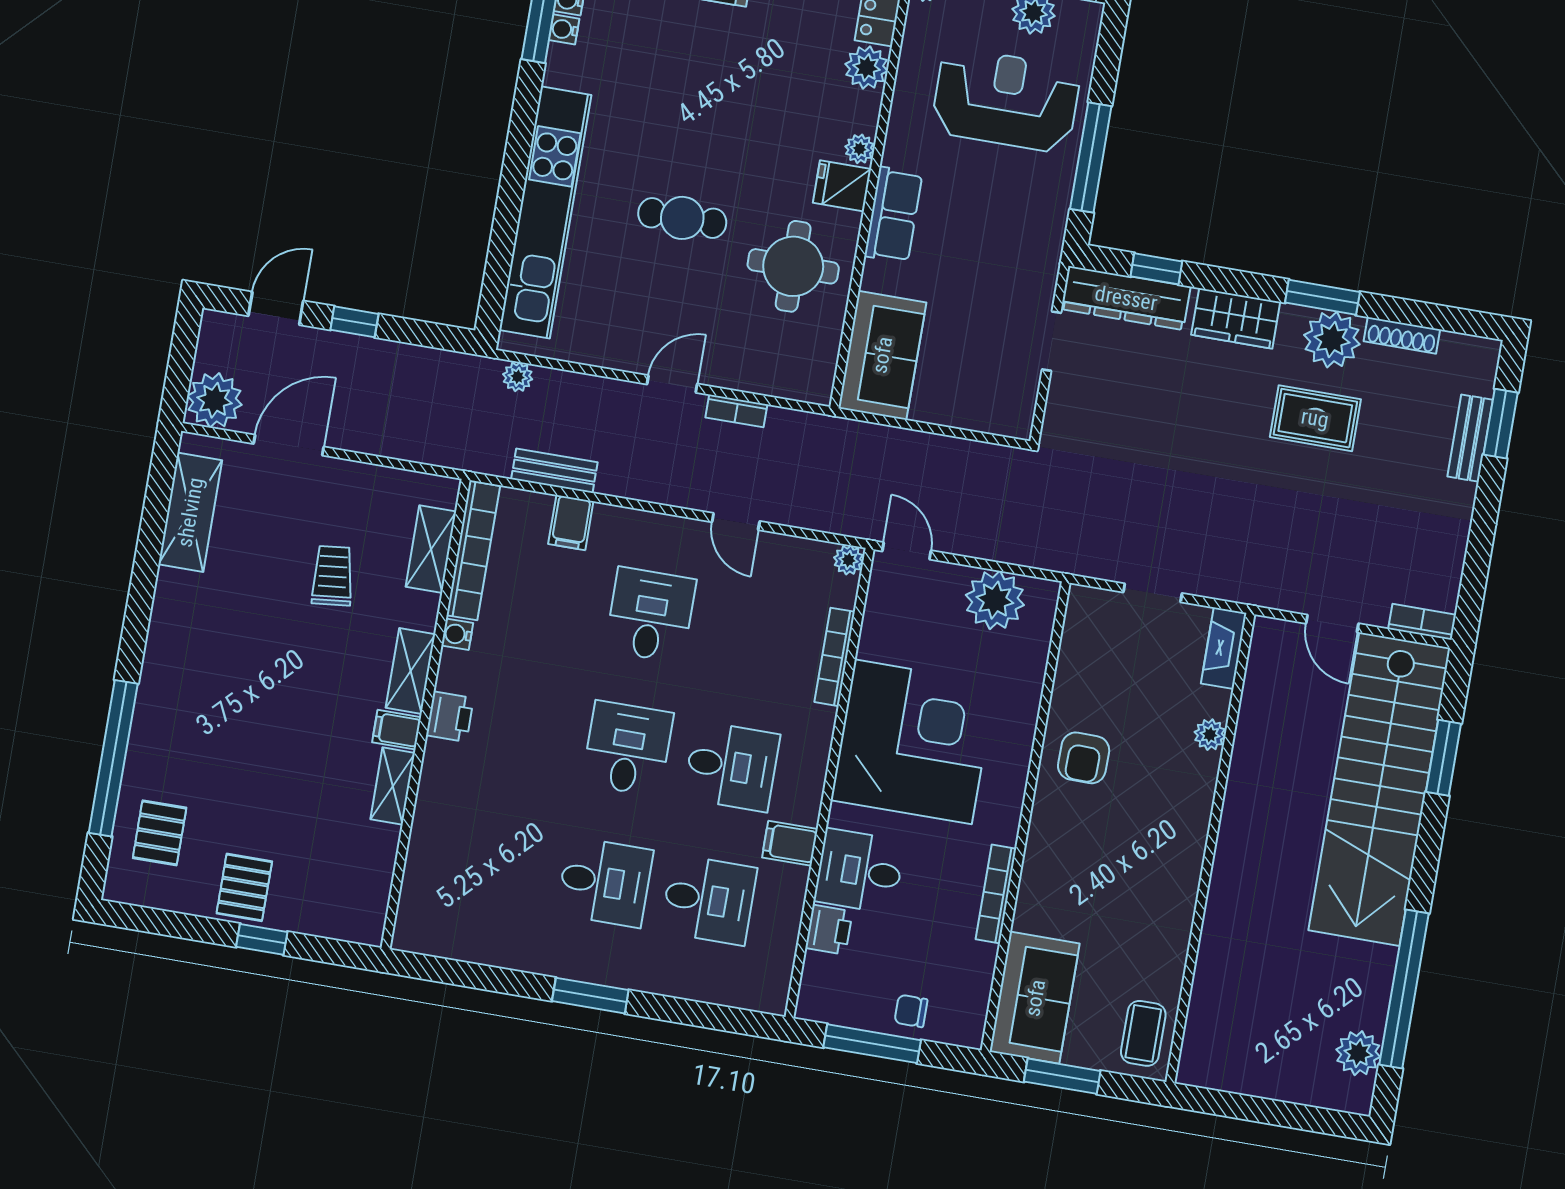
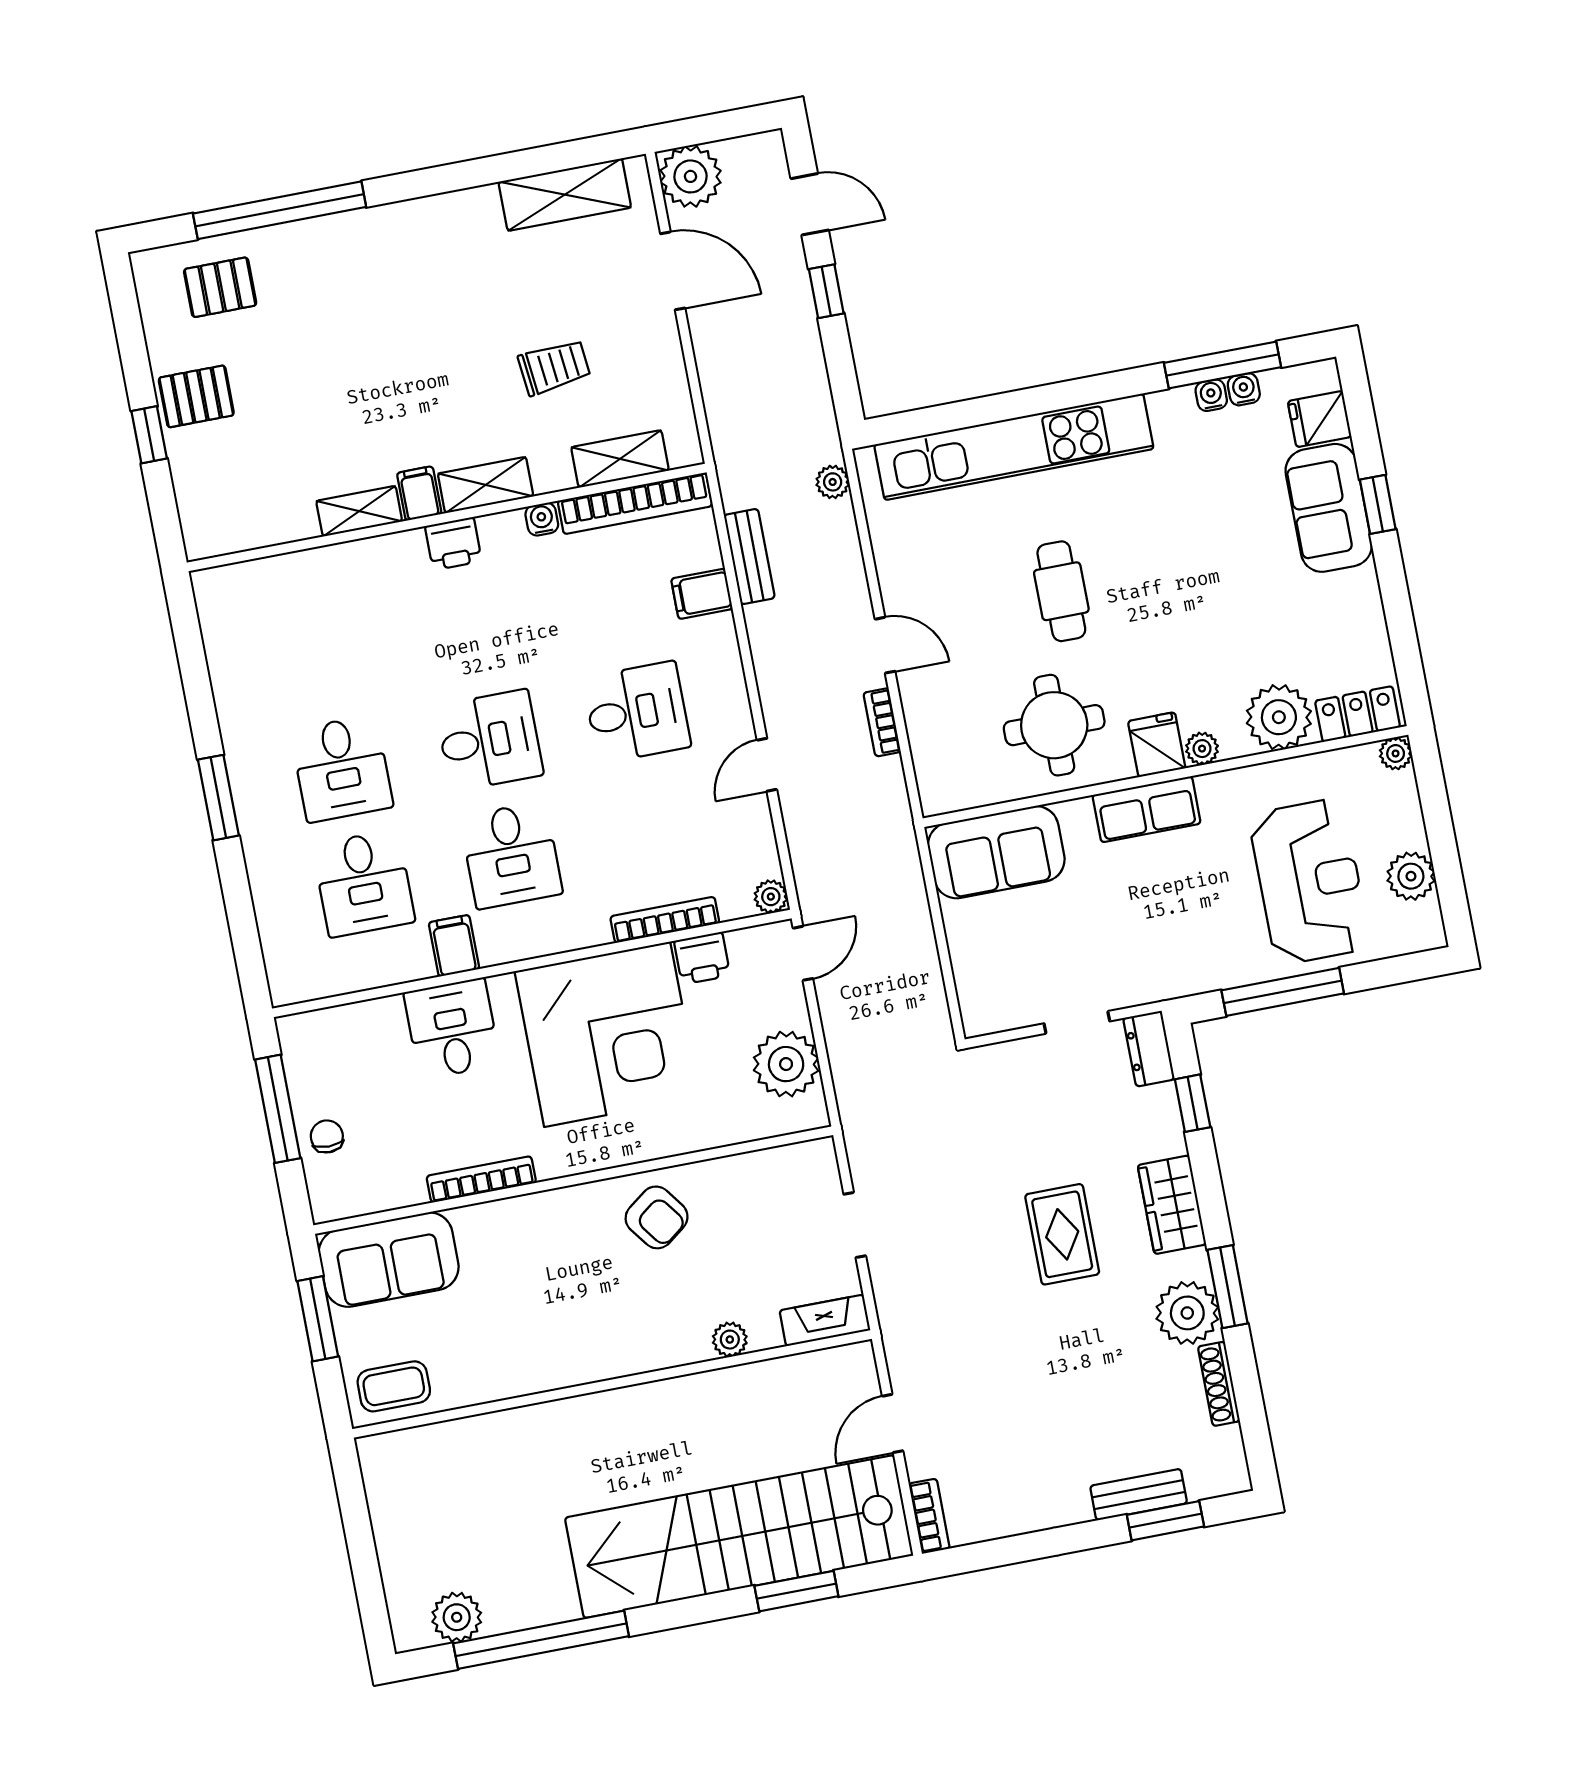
plant: (867, 67) -> (1279, 717), width x1.36, depth x1.36
dresser: (1126, 298) -> (1149, 1049), width x0.51, depth x0.80
rug: (1315, 418) -> (1062, 1234), moved
armchair: (1084, 758) -> (657, 1217), turned -128
printer: (829, 930) -> (702, 958), moved

